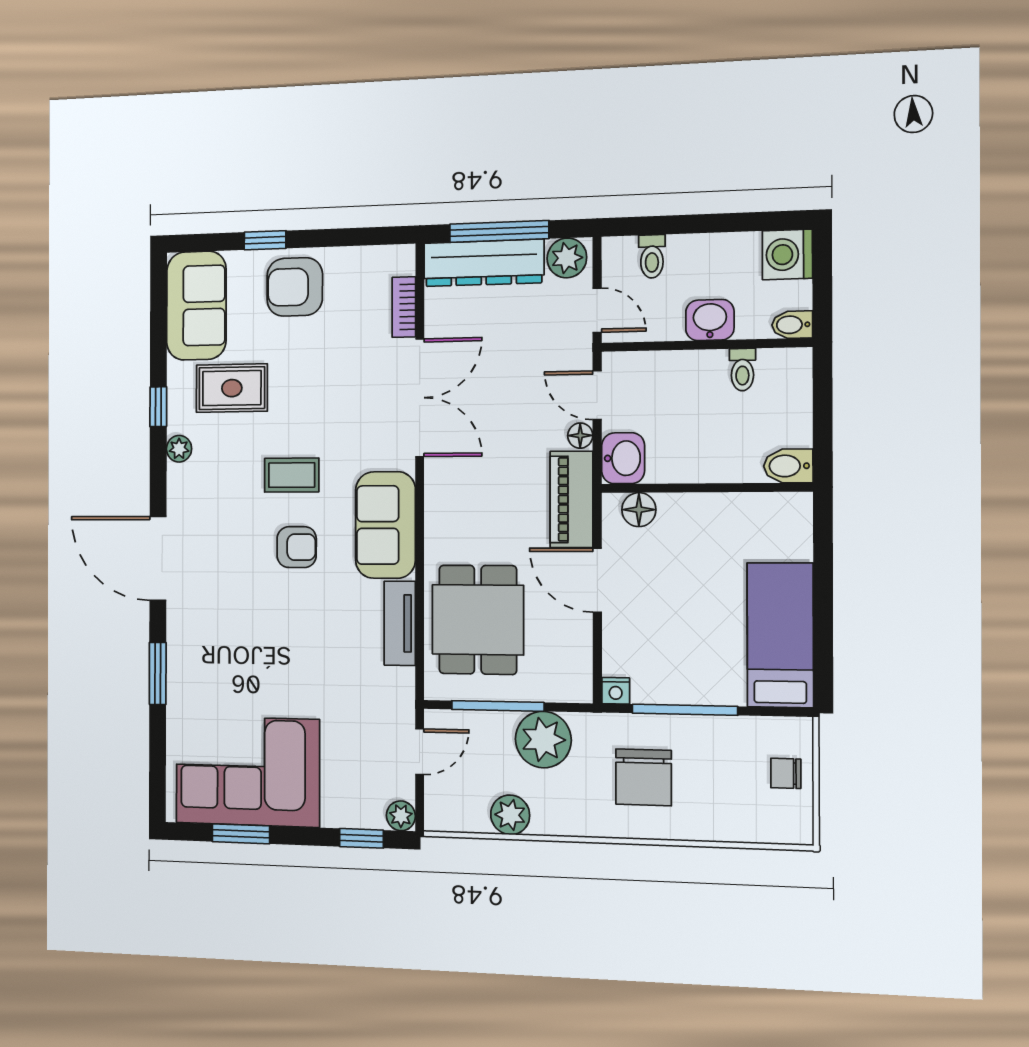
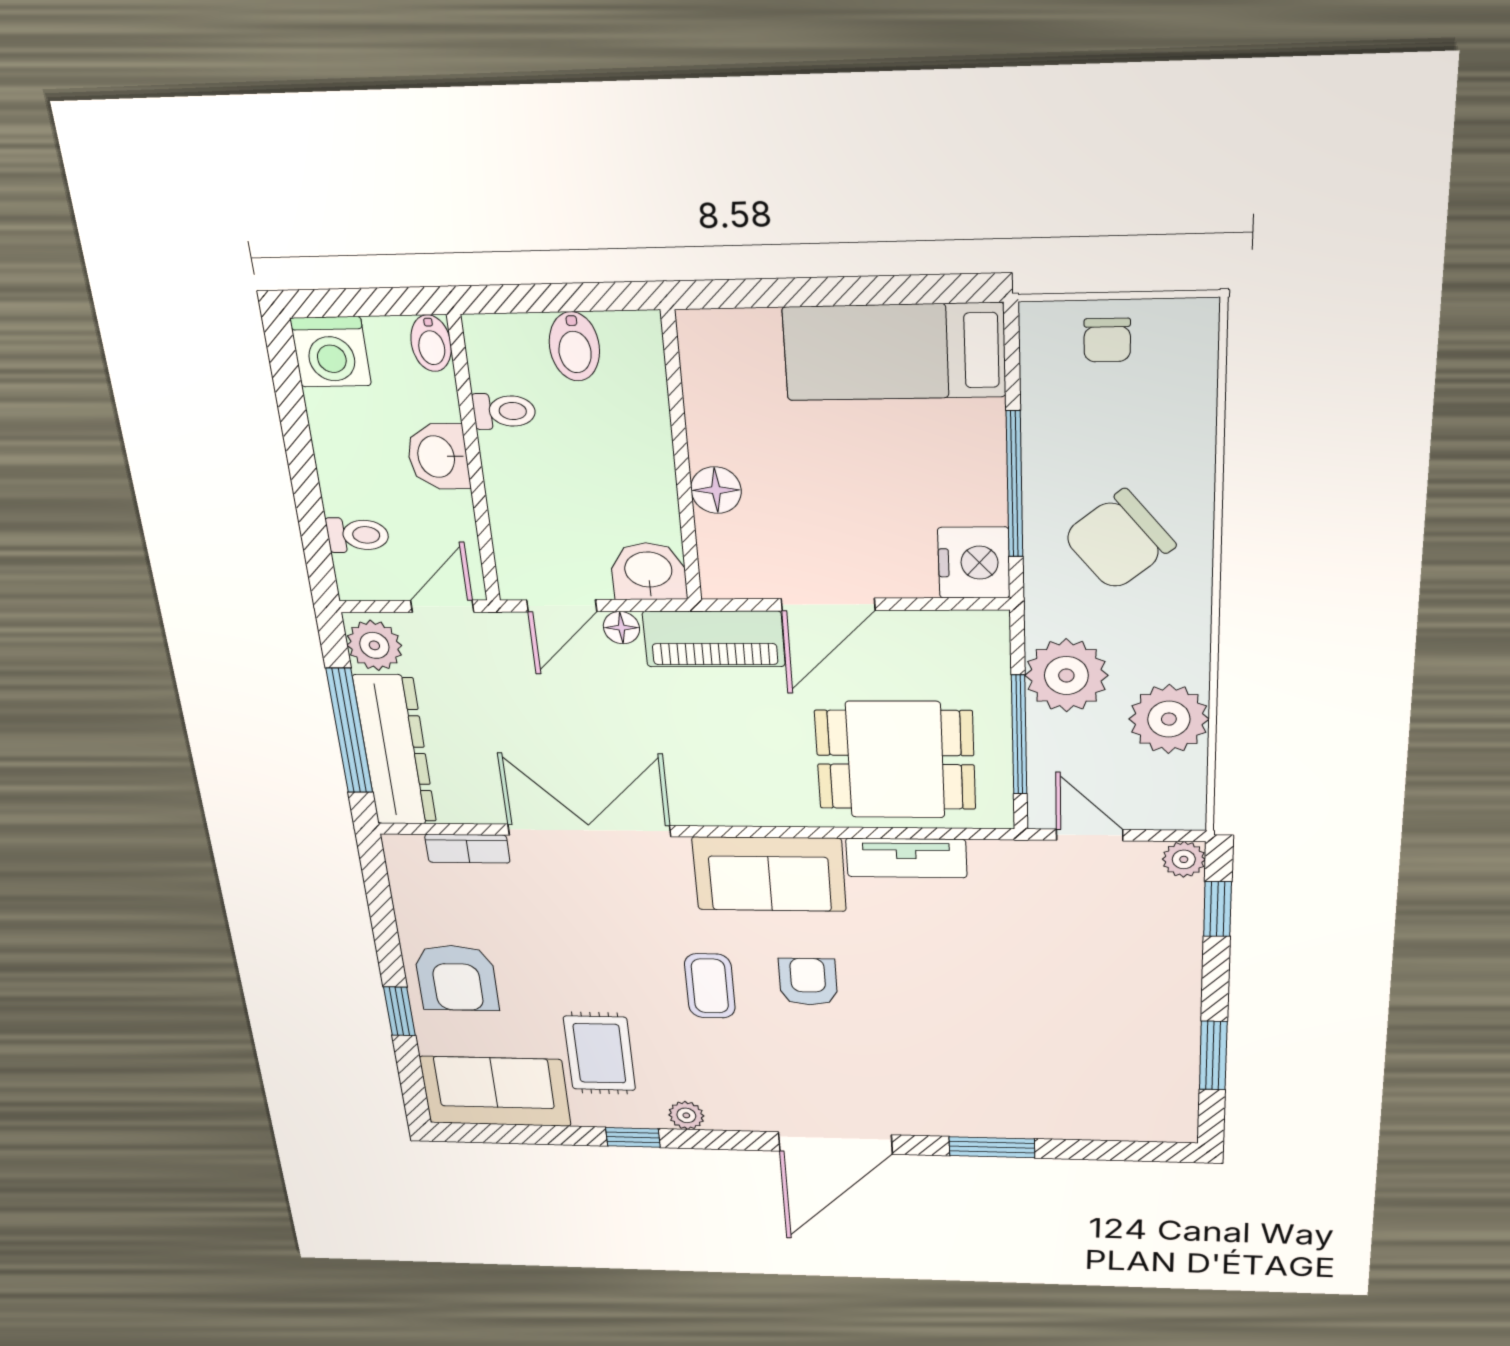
bidet: (788, 466) -> (574, 346), moved
floor lamp: (639, 510) -> (716, 490), moved
nightstand: (616, 691) -> (974, 563), width x1.89, depth x1.79
corner sofa: (247, 771) -> (1124, 1046), removed
chair: (644, 777) -> (1119, 540), turned 141
plant: (510, 815) -> (1169, 719), width x1.36, depth x1.36

